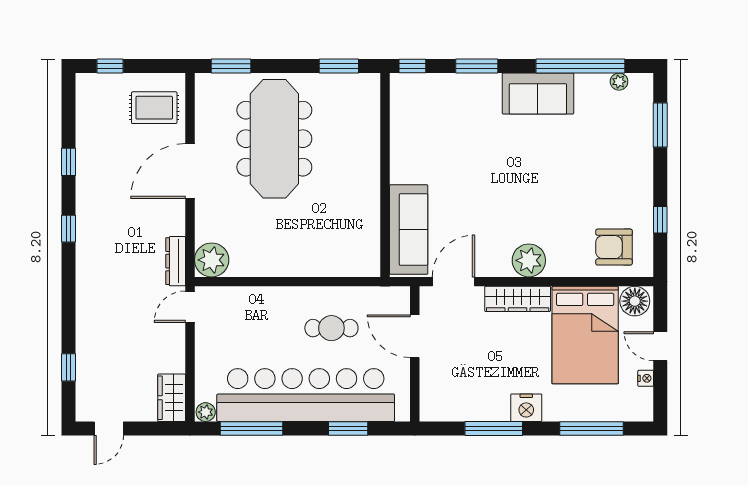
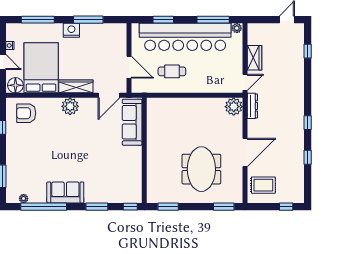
meeting table: (274, 139) -> (201, 169), width x0.73
armchair: (614, 247) -> (26, 113), turned 180
wardrobe: (172, 398) -> (254, 58), moved

